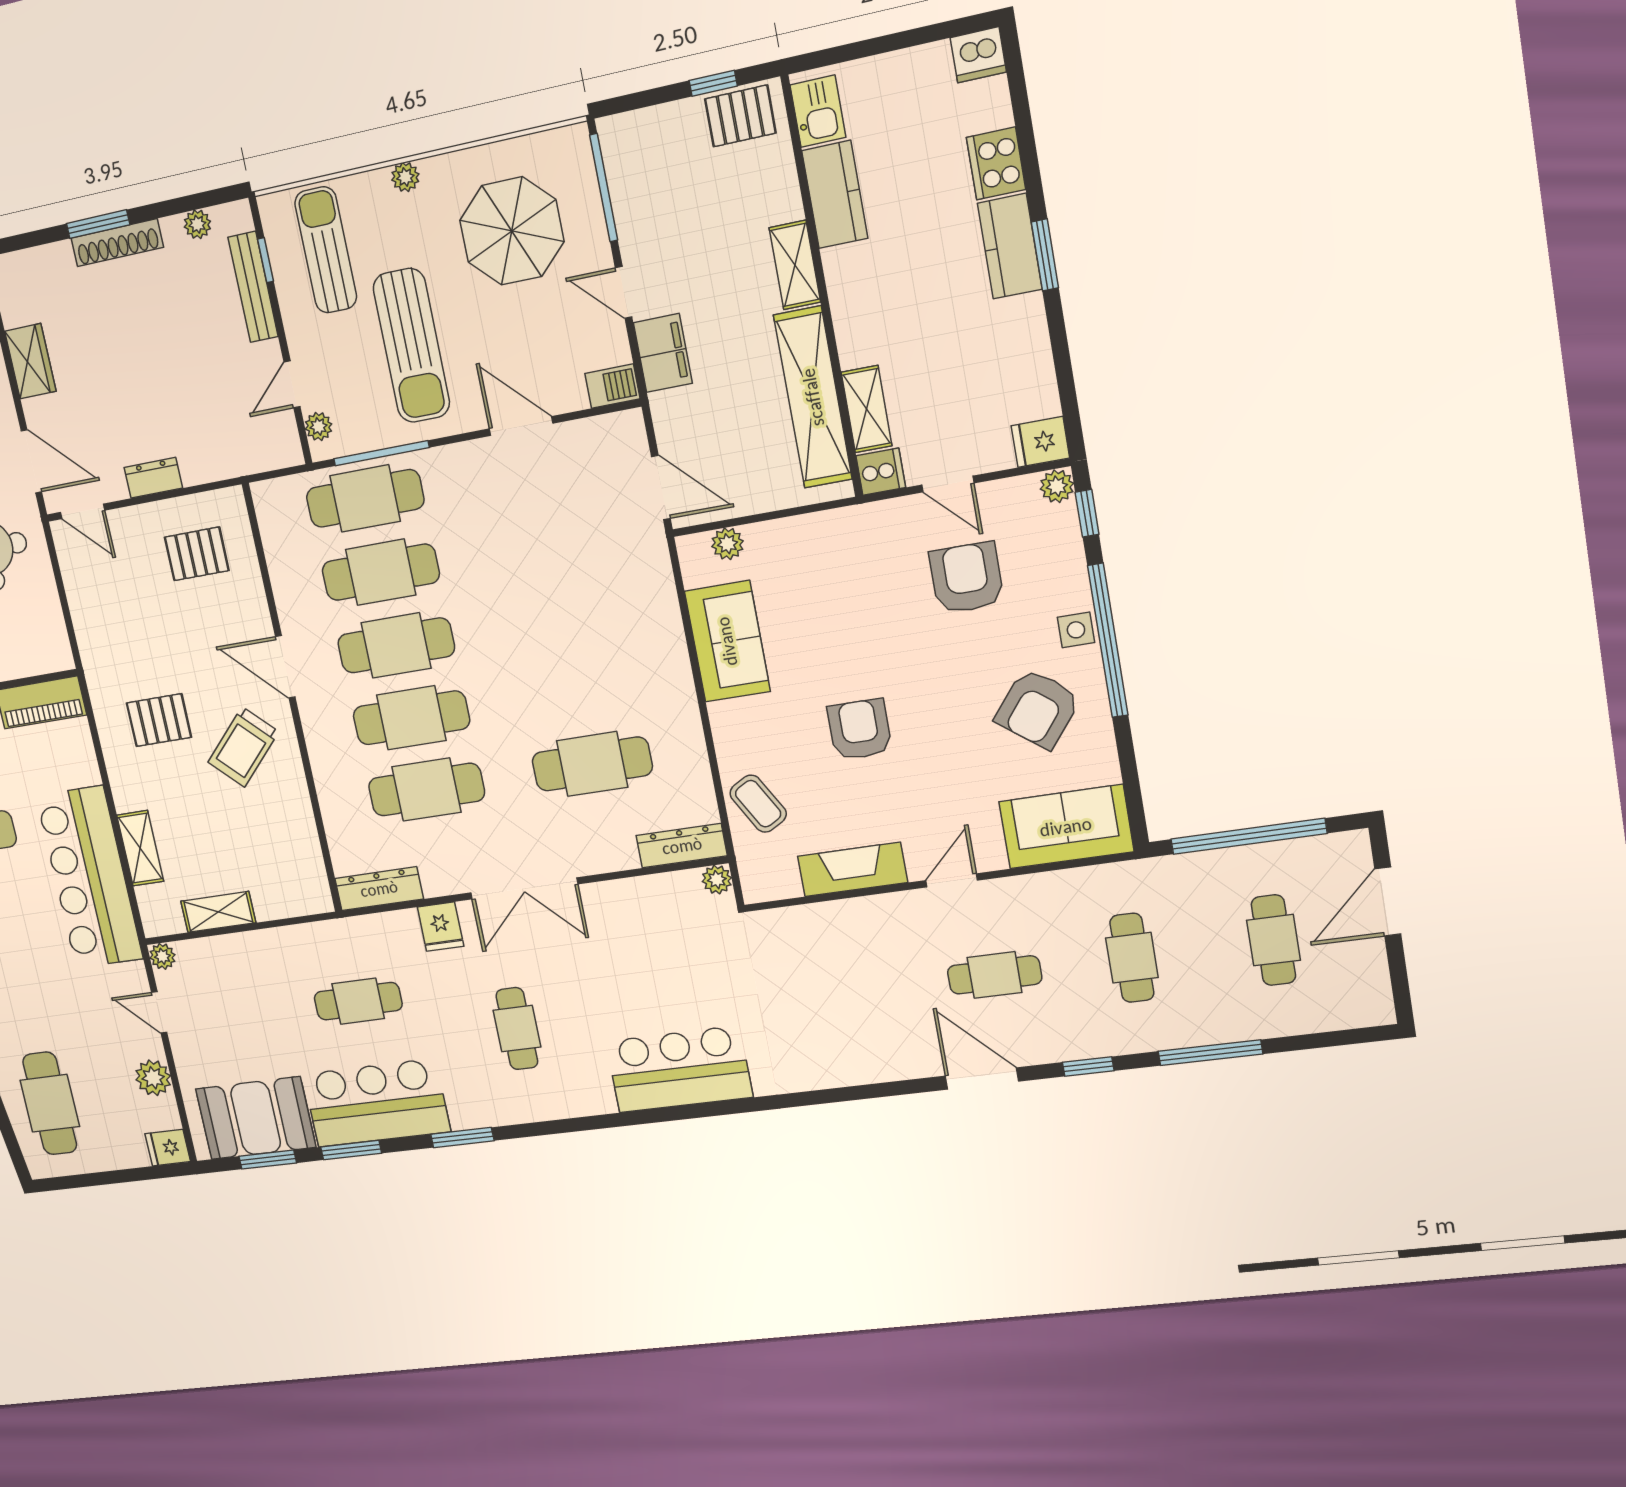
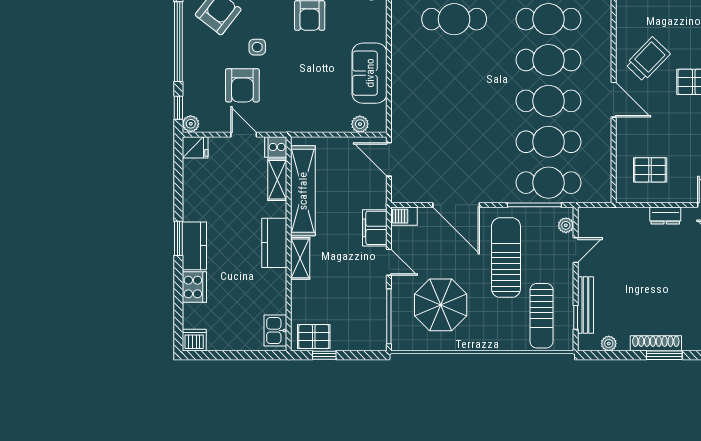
plant: (405, 177) -> (491, 344), removed
kitchen counter: (835, 194) -> (274, 243), moved
door: (521, 426) -> (456, 205), width x1.36
side table: (1076, 630) -> (257, 47), moved

